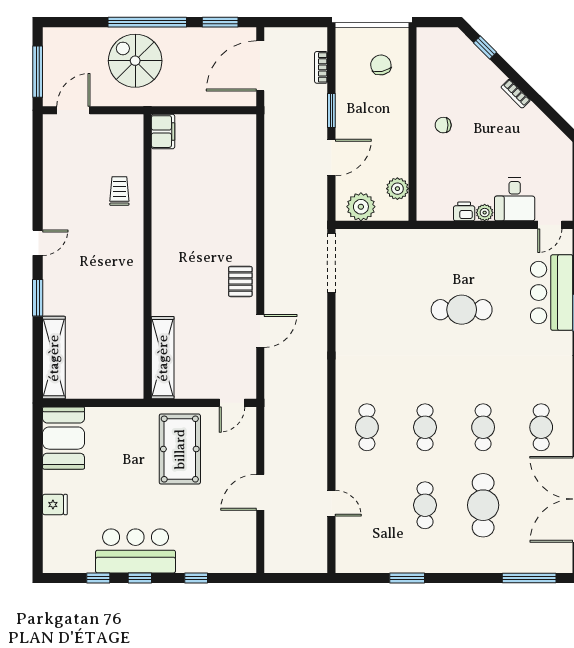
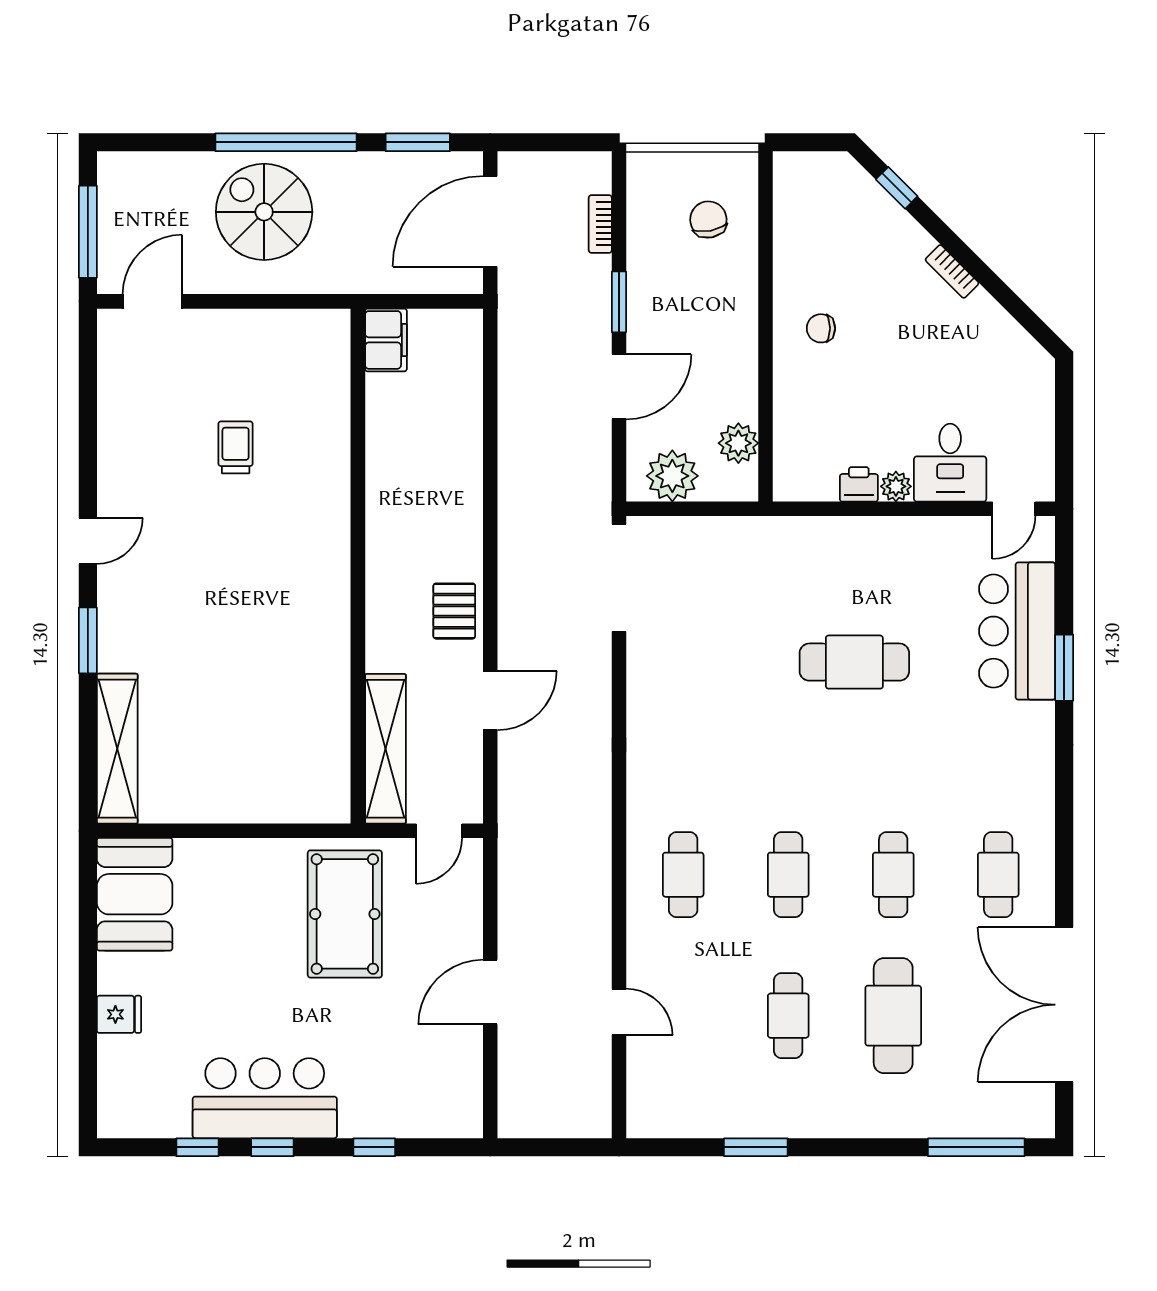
filing cabinet: (163, 132) -> (386, 340), moved
wall: (147, 257) -> (358, 566), moved
shelving: (163, 358) -> (385, 749), moved

